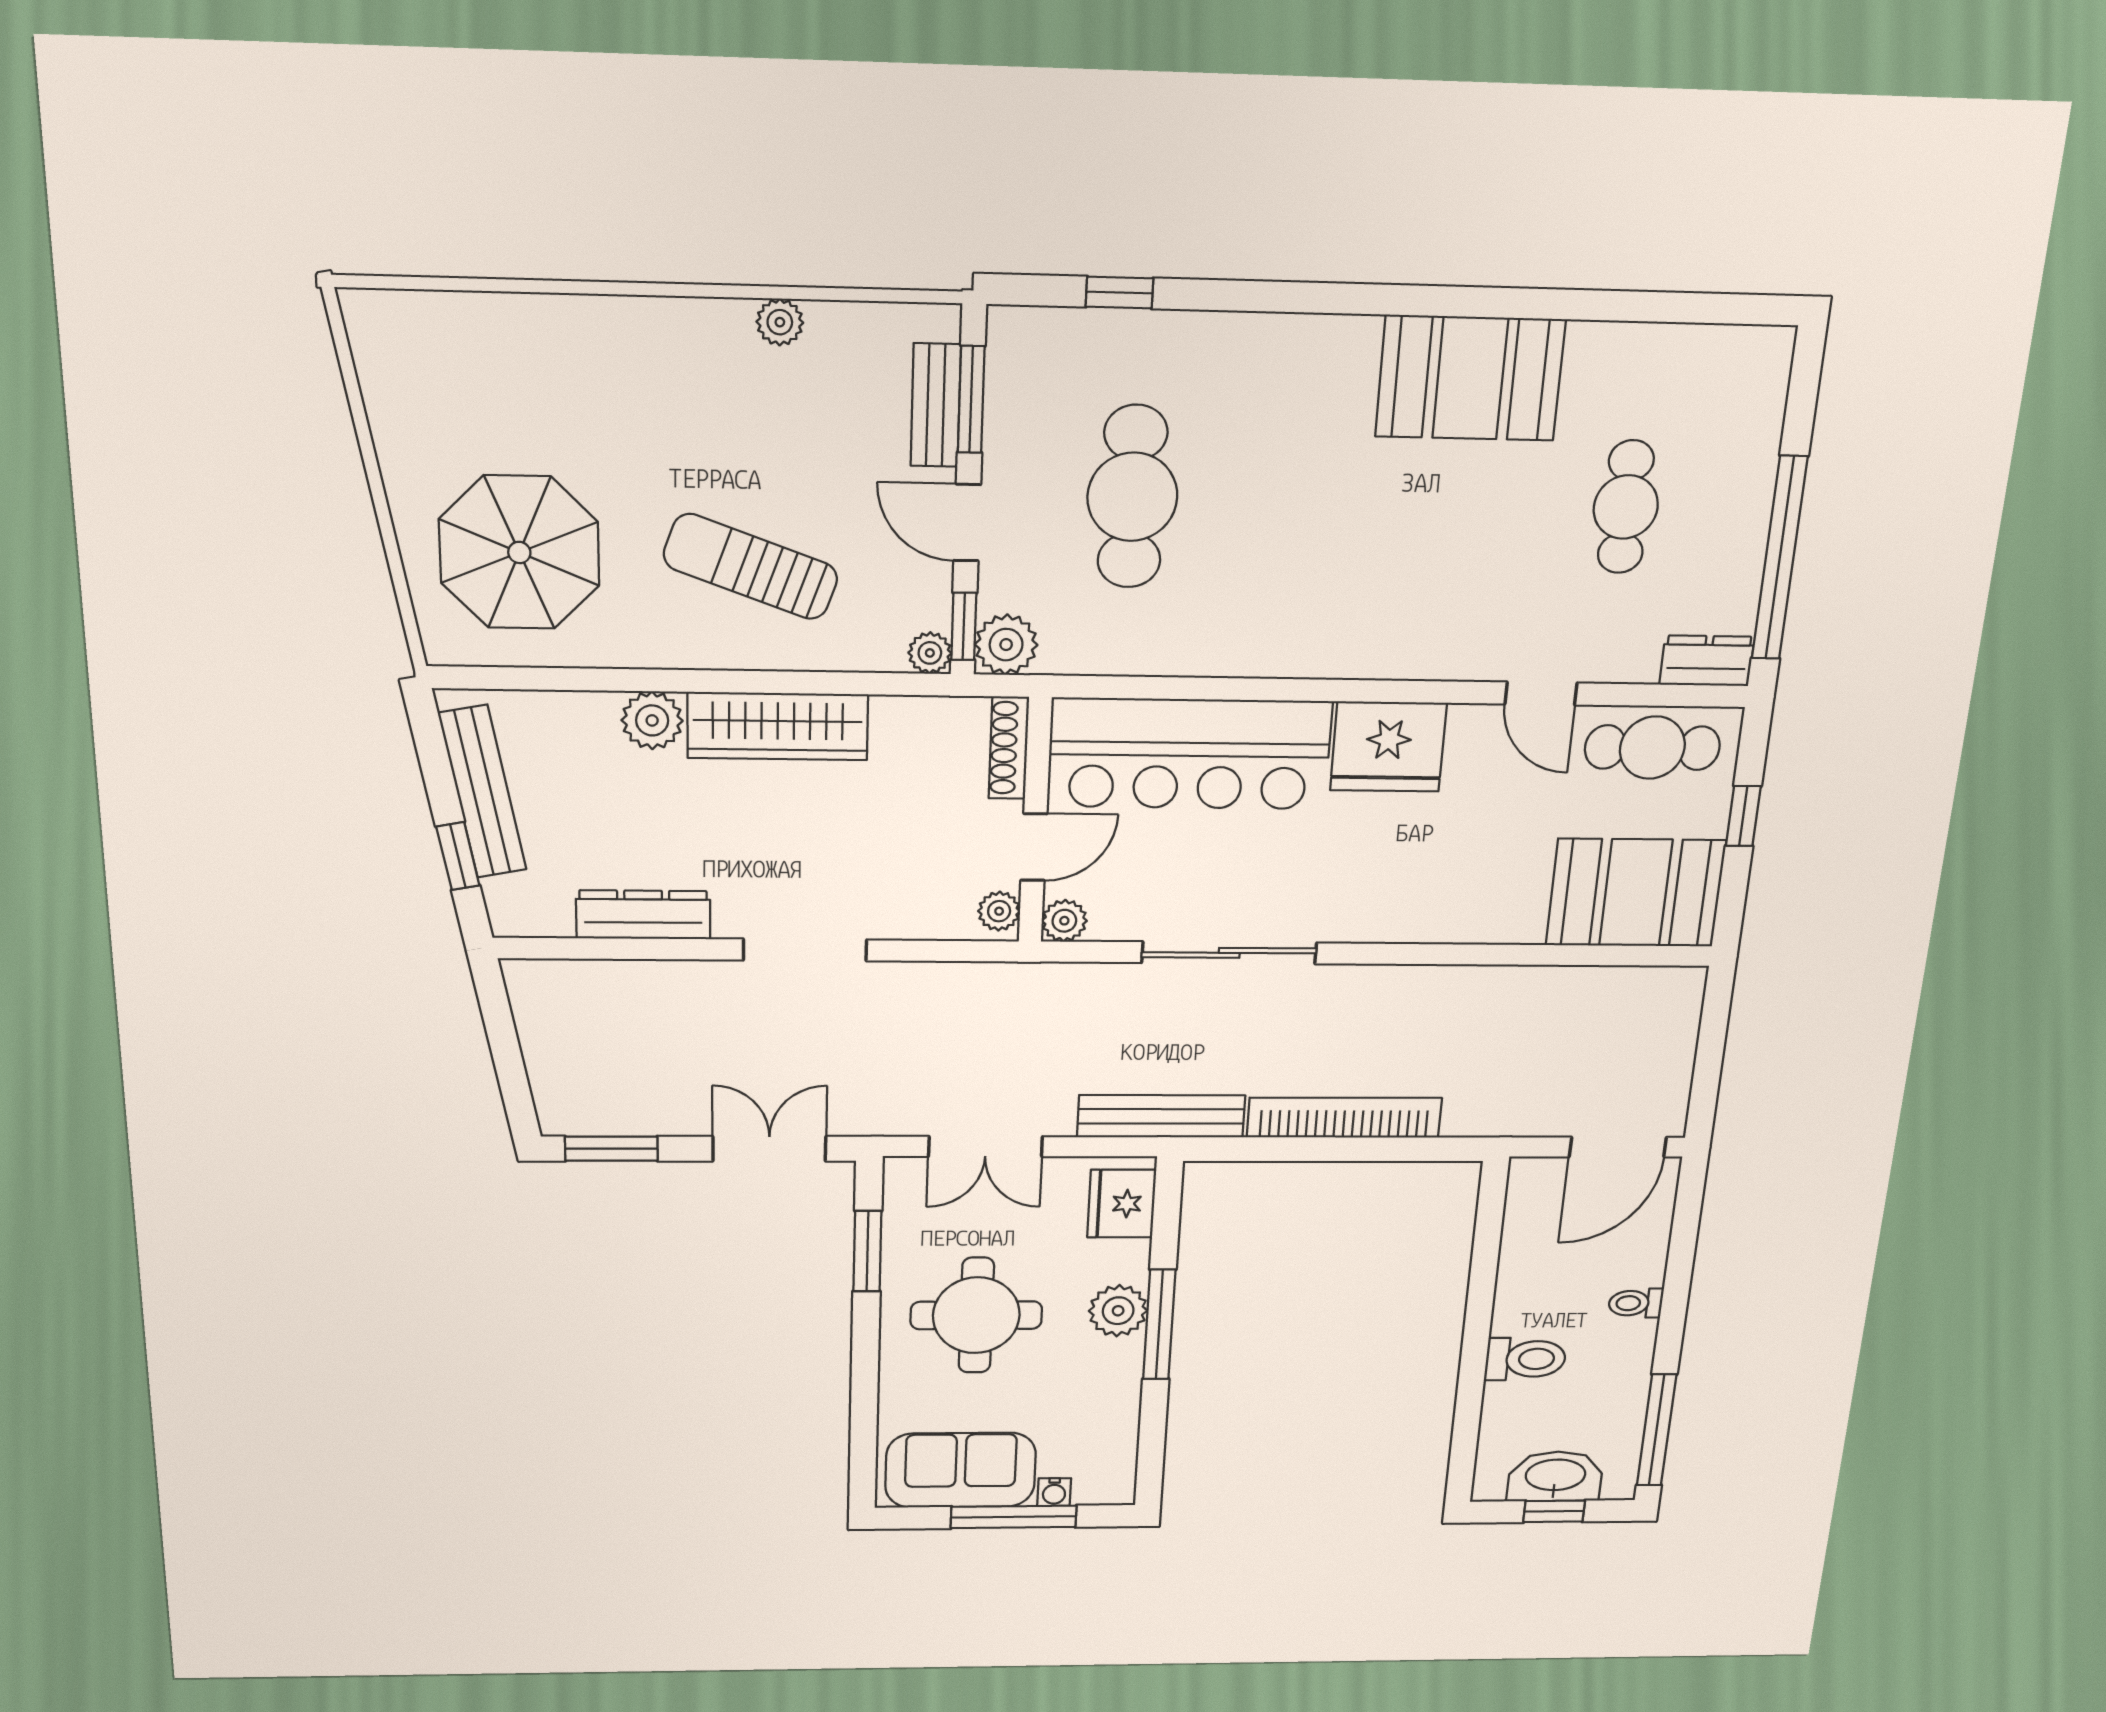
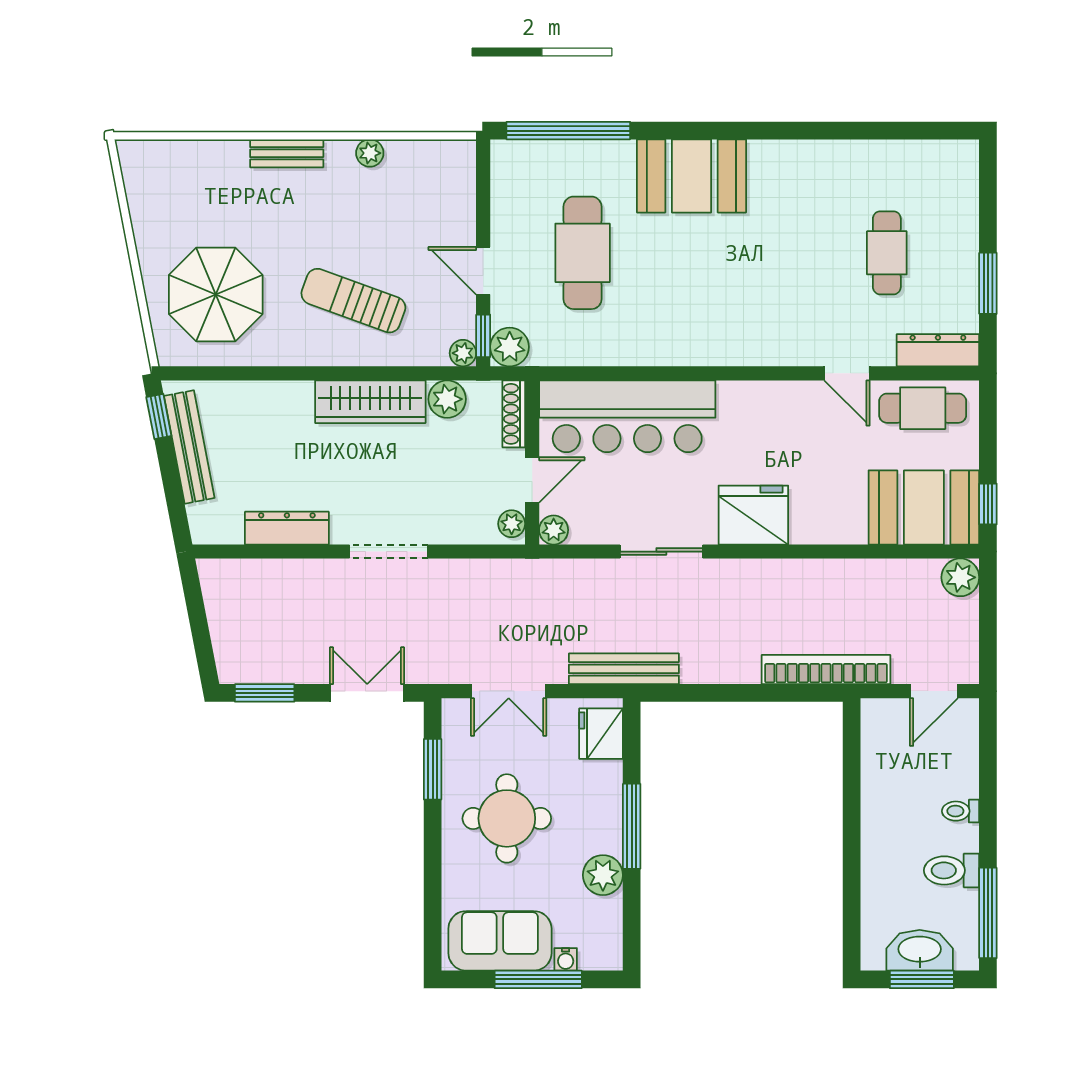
window: (1119, 293) -> (568, 131), width x3.17
booth: (1470, 378) -> (692, 176), moved
window: (971, 400) -> (483, 196), removed
bench: (936, 405) -> (287, 153), moved, turned 90
window: (1780, 558) -> (988, 283), width x0.47
dresser: (1707, 661) -> (938, 350), width x1.44
plant: (652, 720) -> (447, 399), moved
fridge: (1388, 747) -> (753, 515), moved, turned 180
window: (1743, 816) -> (988, 504), moved
window: (458, 856) -> (159, 417), moved
sliding door: (1229, 953) -> (661, 552), width x0.73
plant: (1677, 992) -> (960, 577), added
bookcase: (1344, 1118) -> (826, 670), moved
door: (1618, 1147) -> (934, 691), width x0.73
plant: (1118, 1311) -> (603, 875), moved
toilet: (1526, 1359) -> (951, 870), moved, turned 180
window: (1554, 1511) -> (922, 979), width x1.50

